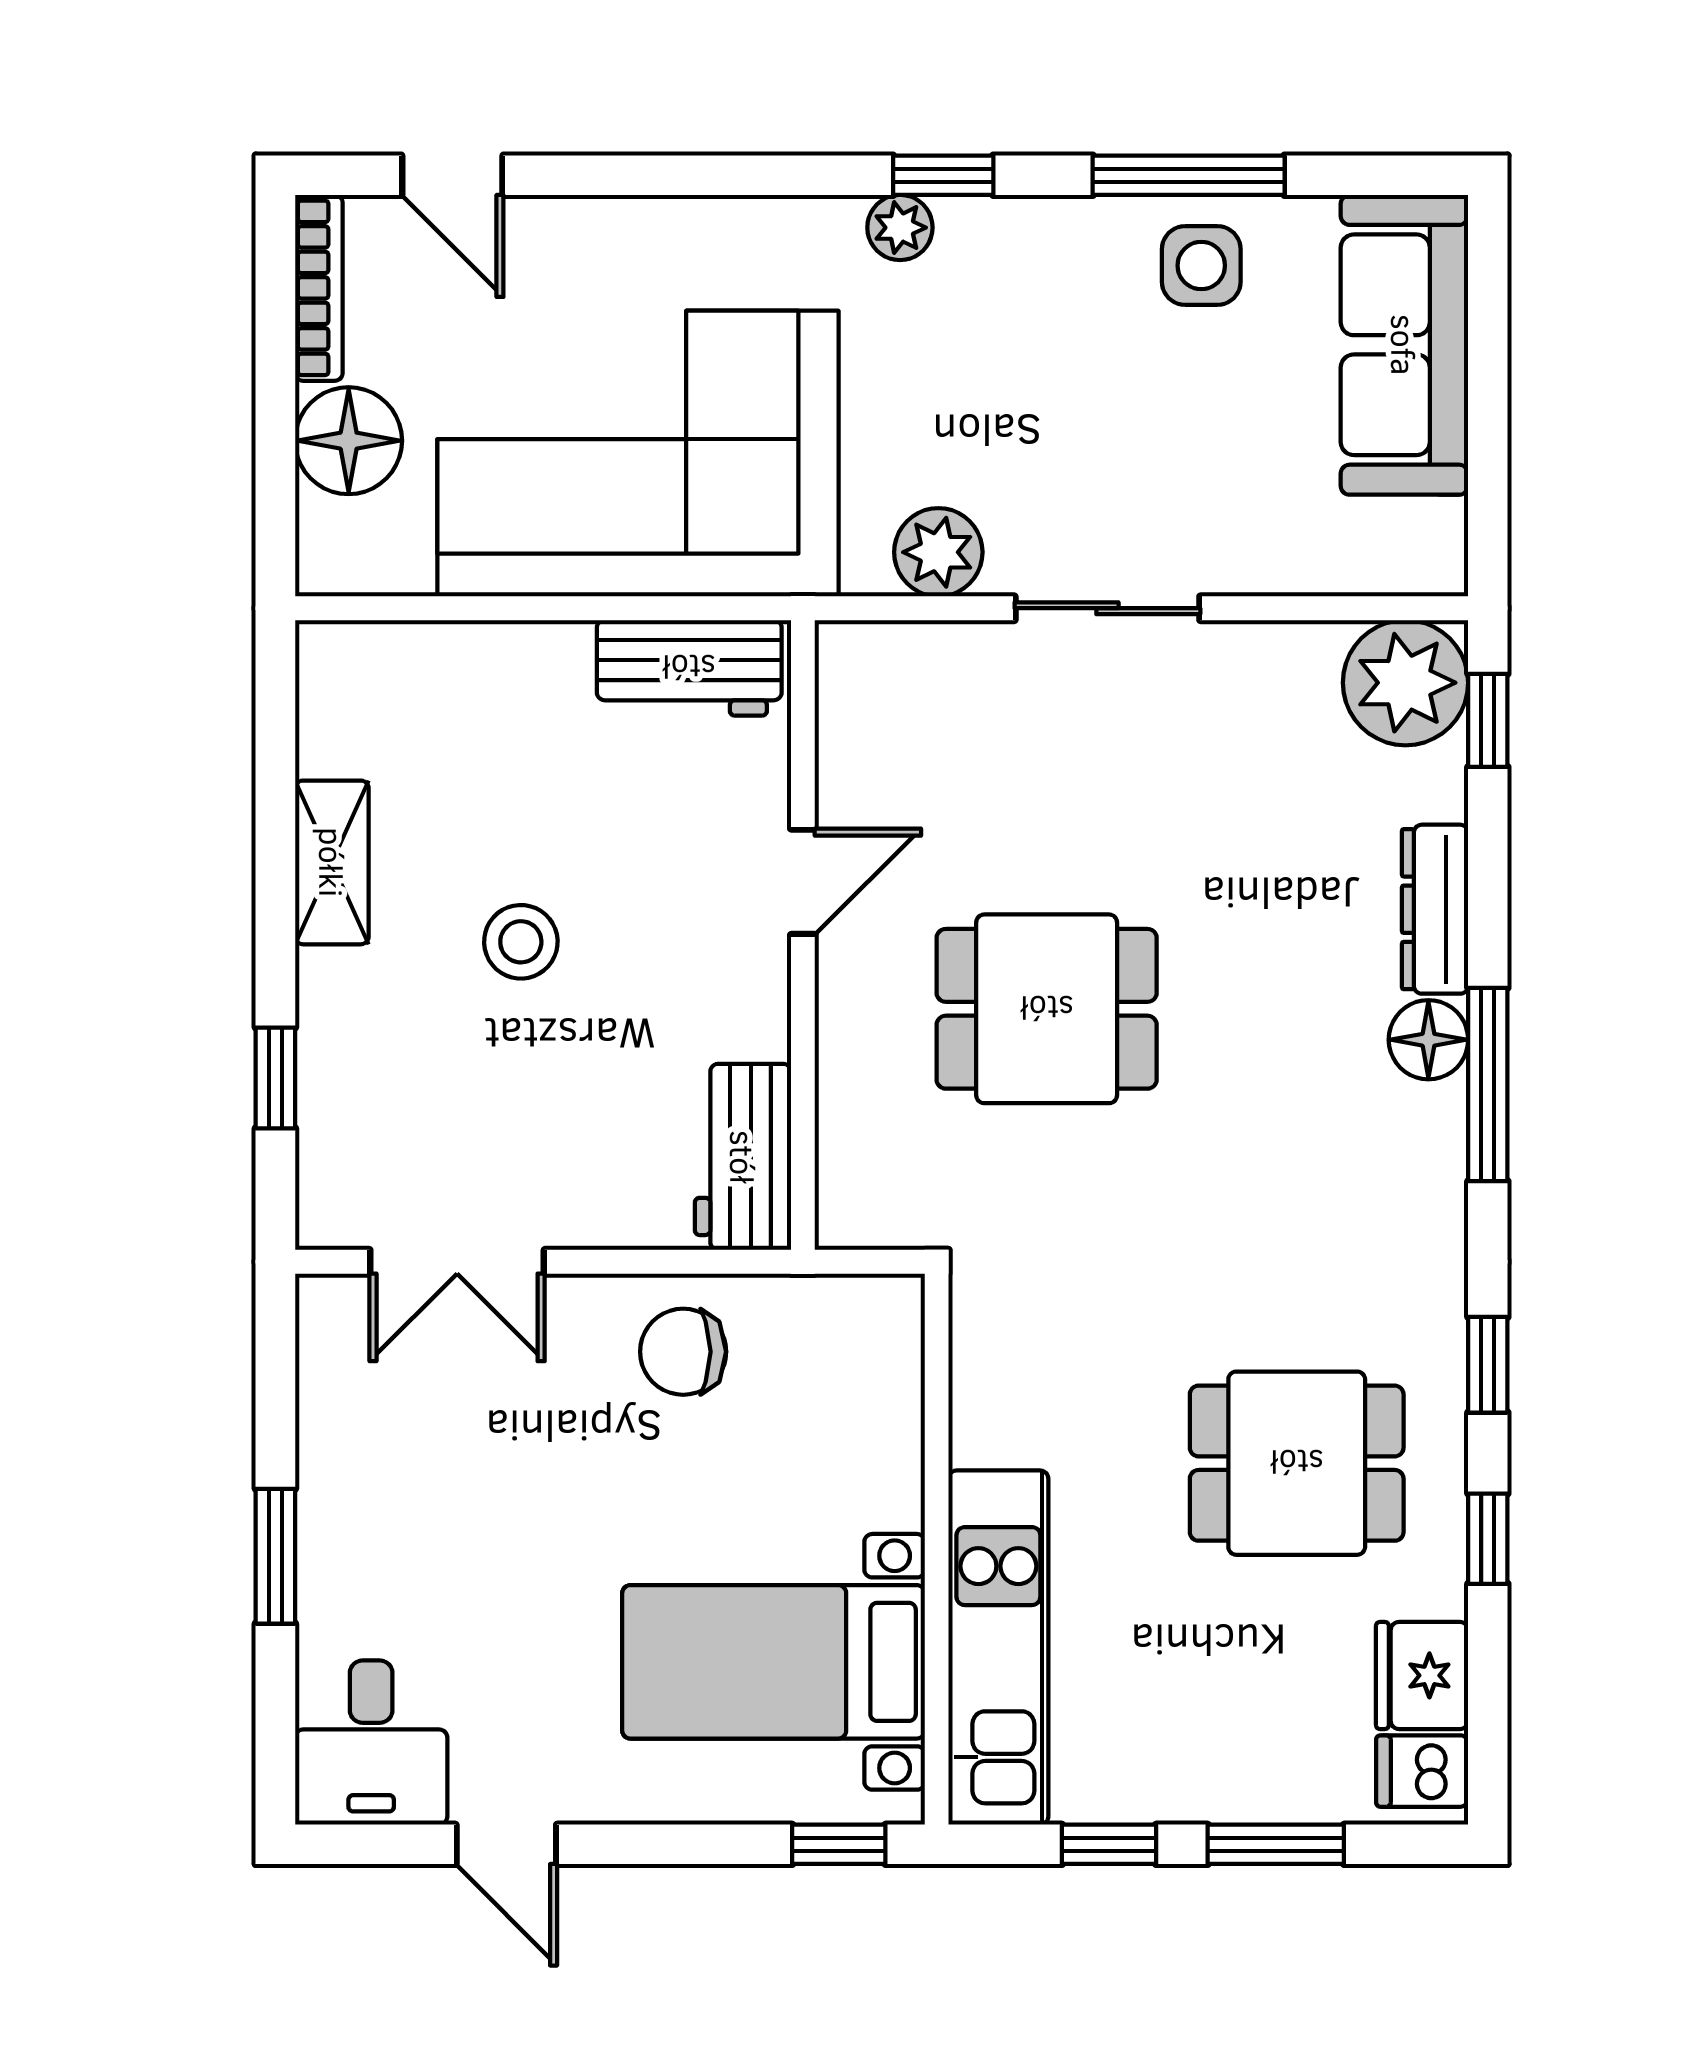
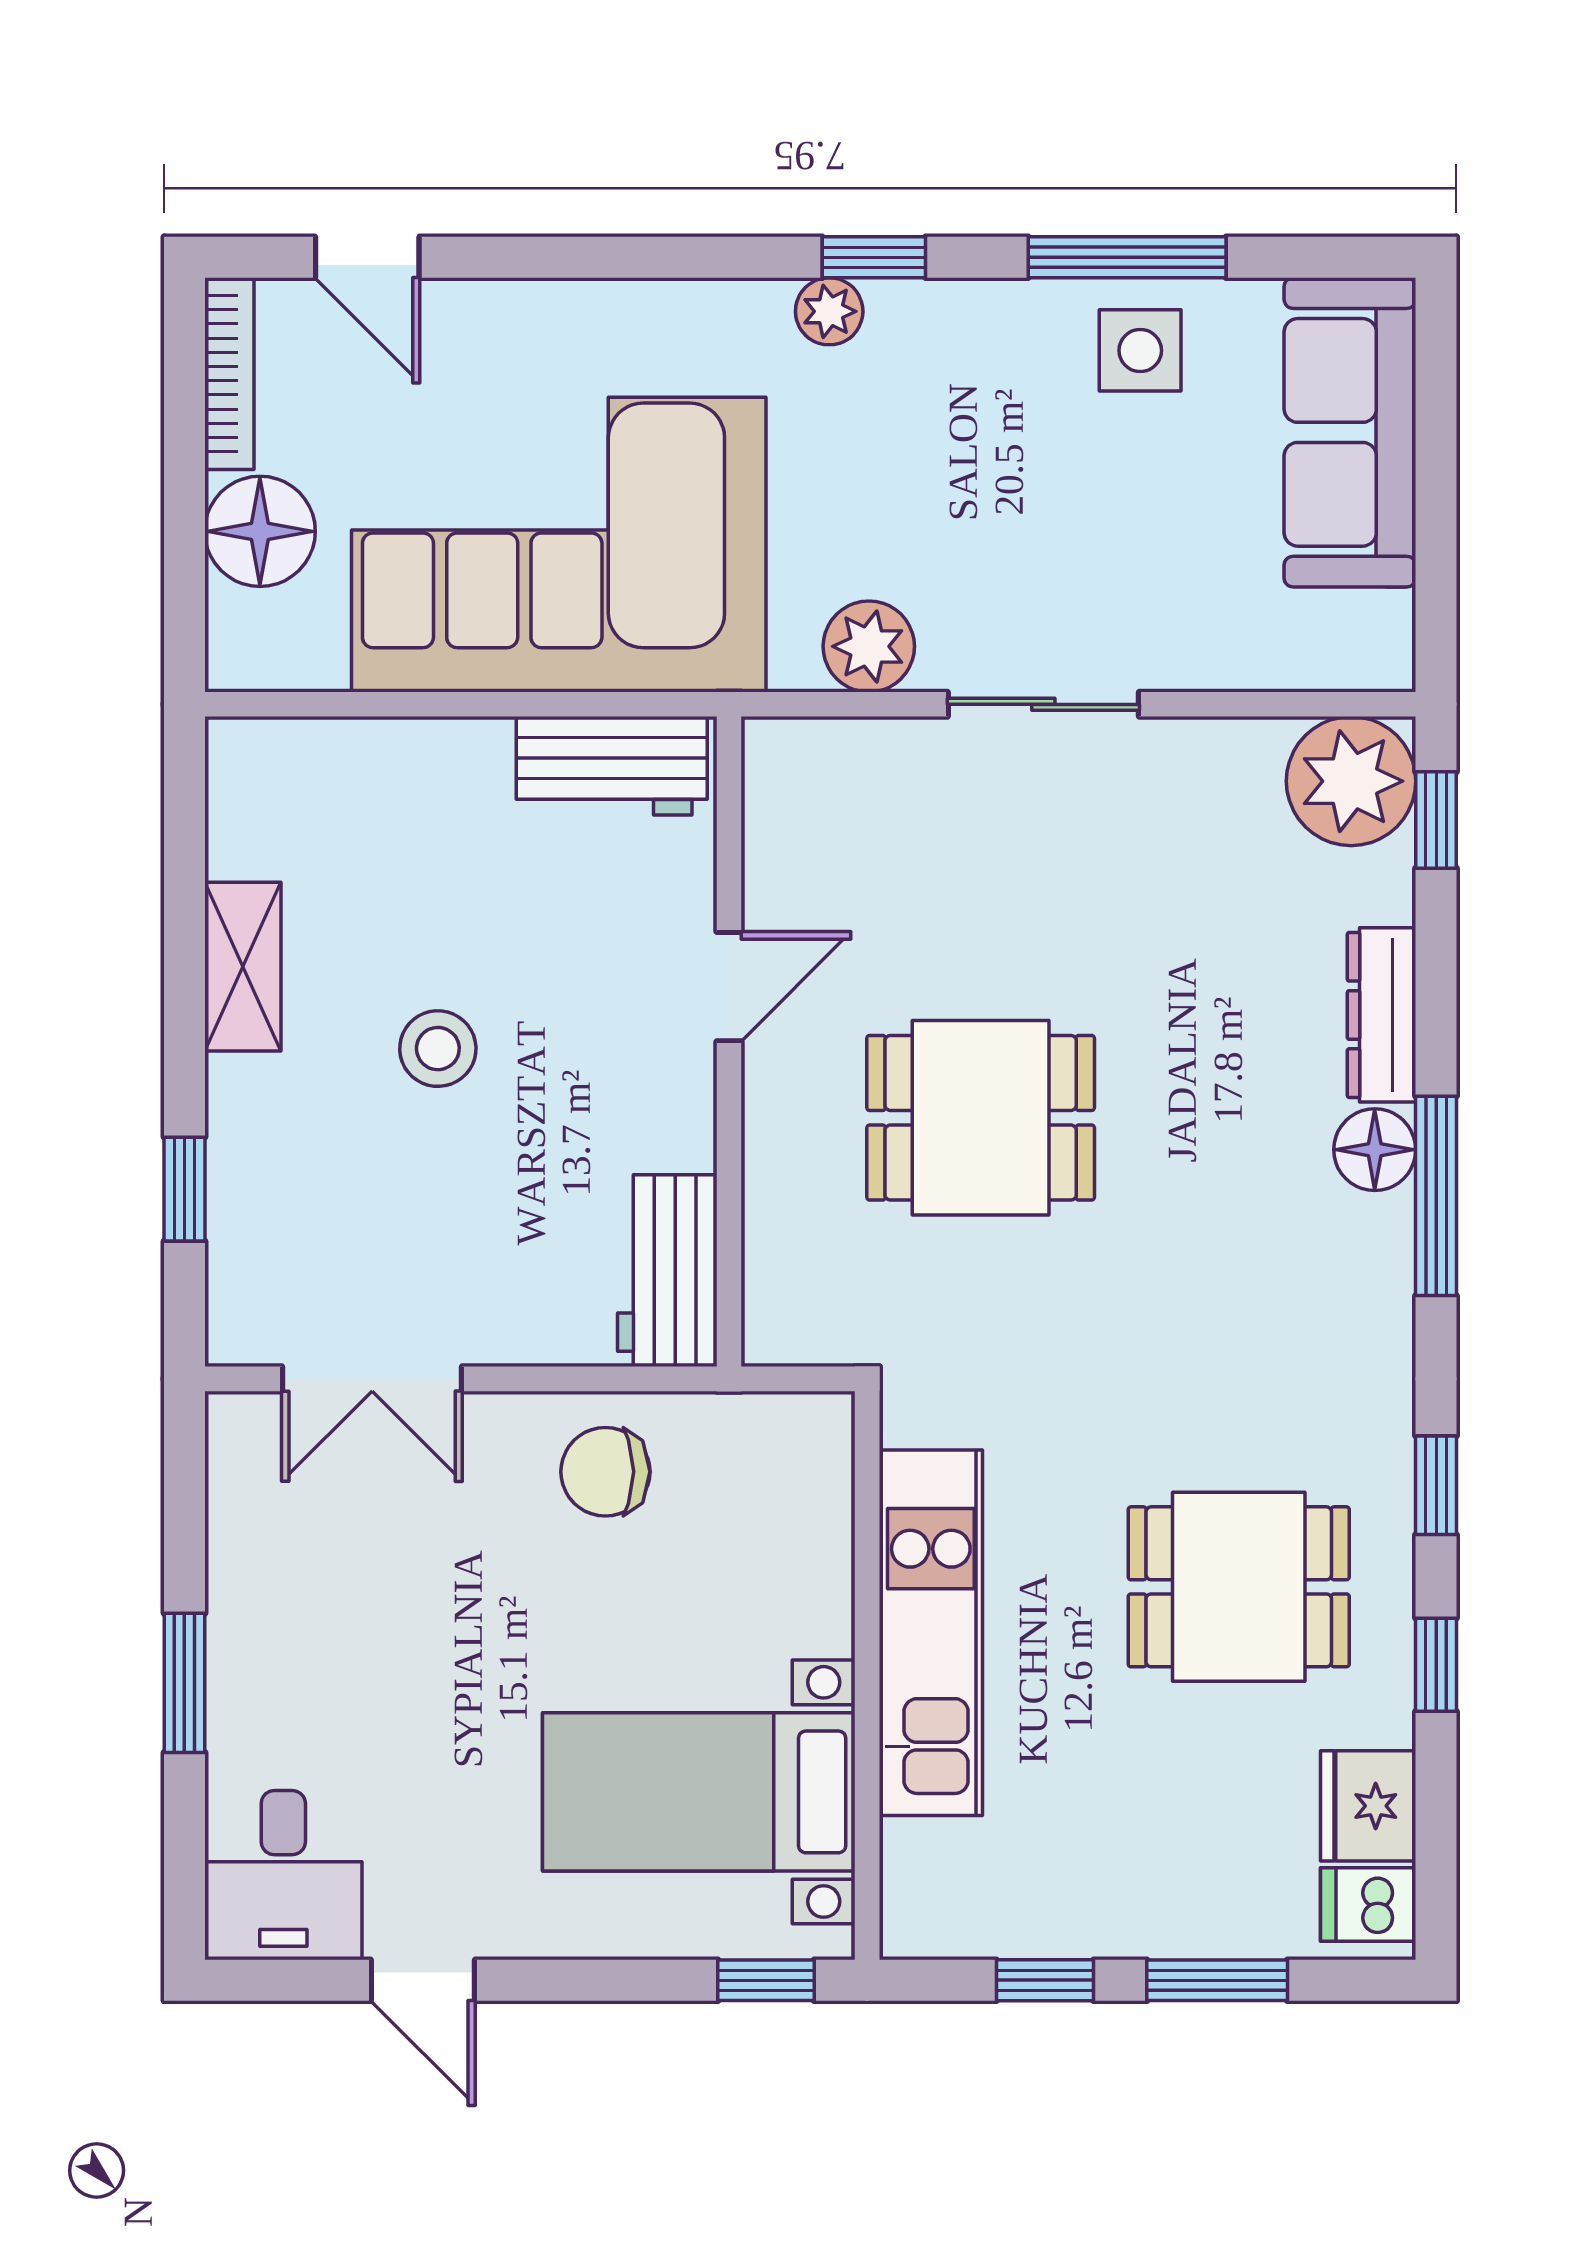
kitchen unit: (998, 1648) -> (931, 1633), moved

